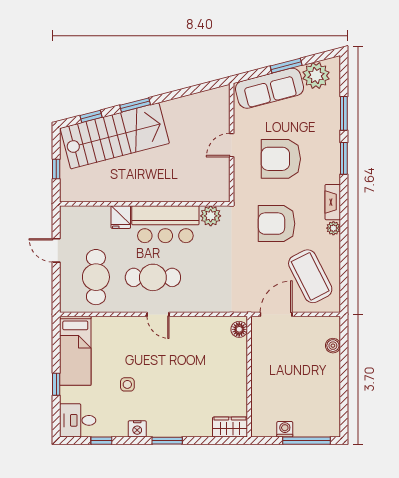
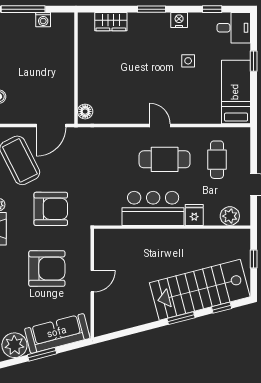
plant: (211, 216) -> (230, 216), moved
cafe table: (96, 277) -> (217, 160), width x0.73, depth x0.74
wardrobe: (230, 427) -> (111, 22), moved

